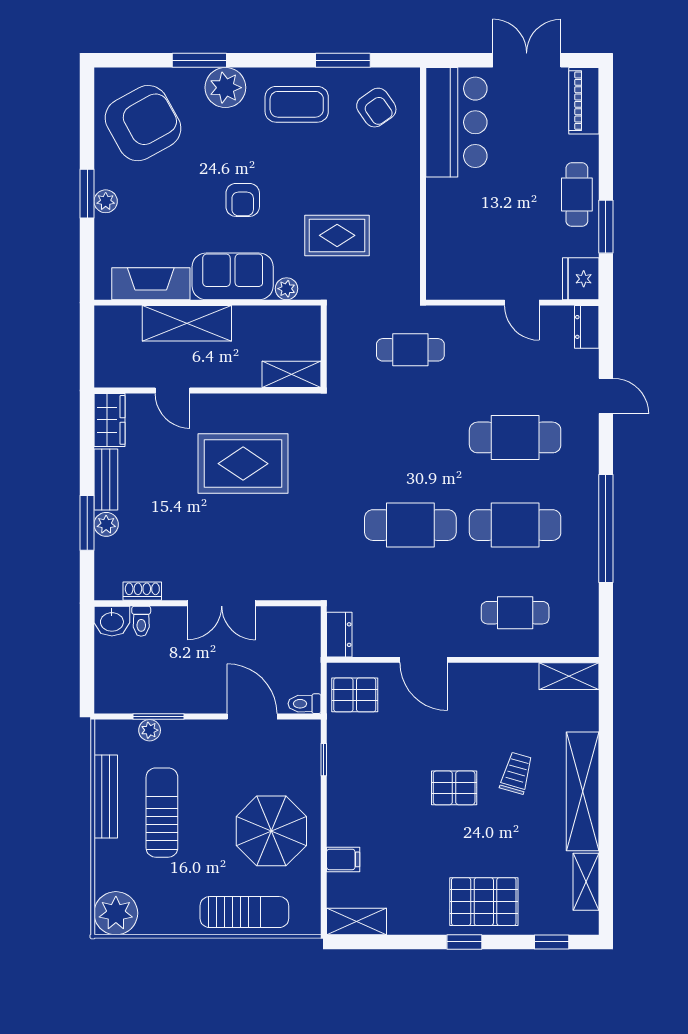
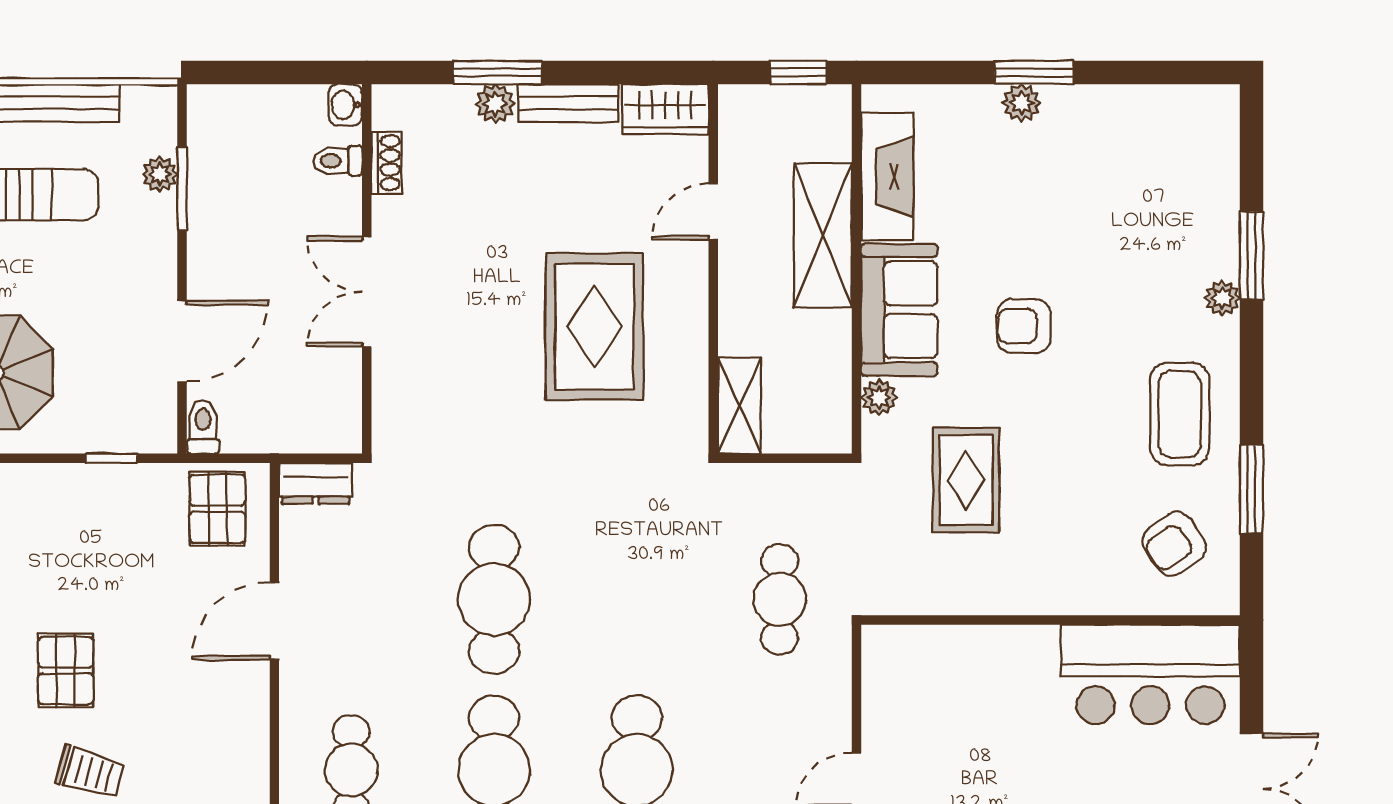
plant: (225, 88) -> (1222, 298), width x0.53, depth x0.53
armchair: (143, 123) -> (1149, 164), removed
window: (87, 338) -> (798, 72), added
washbasin: (112, 621) -> (345, 105), width x0.72, depth x0.69

